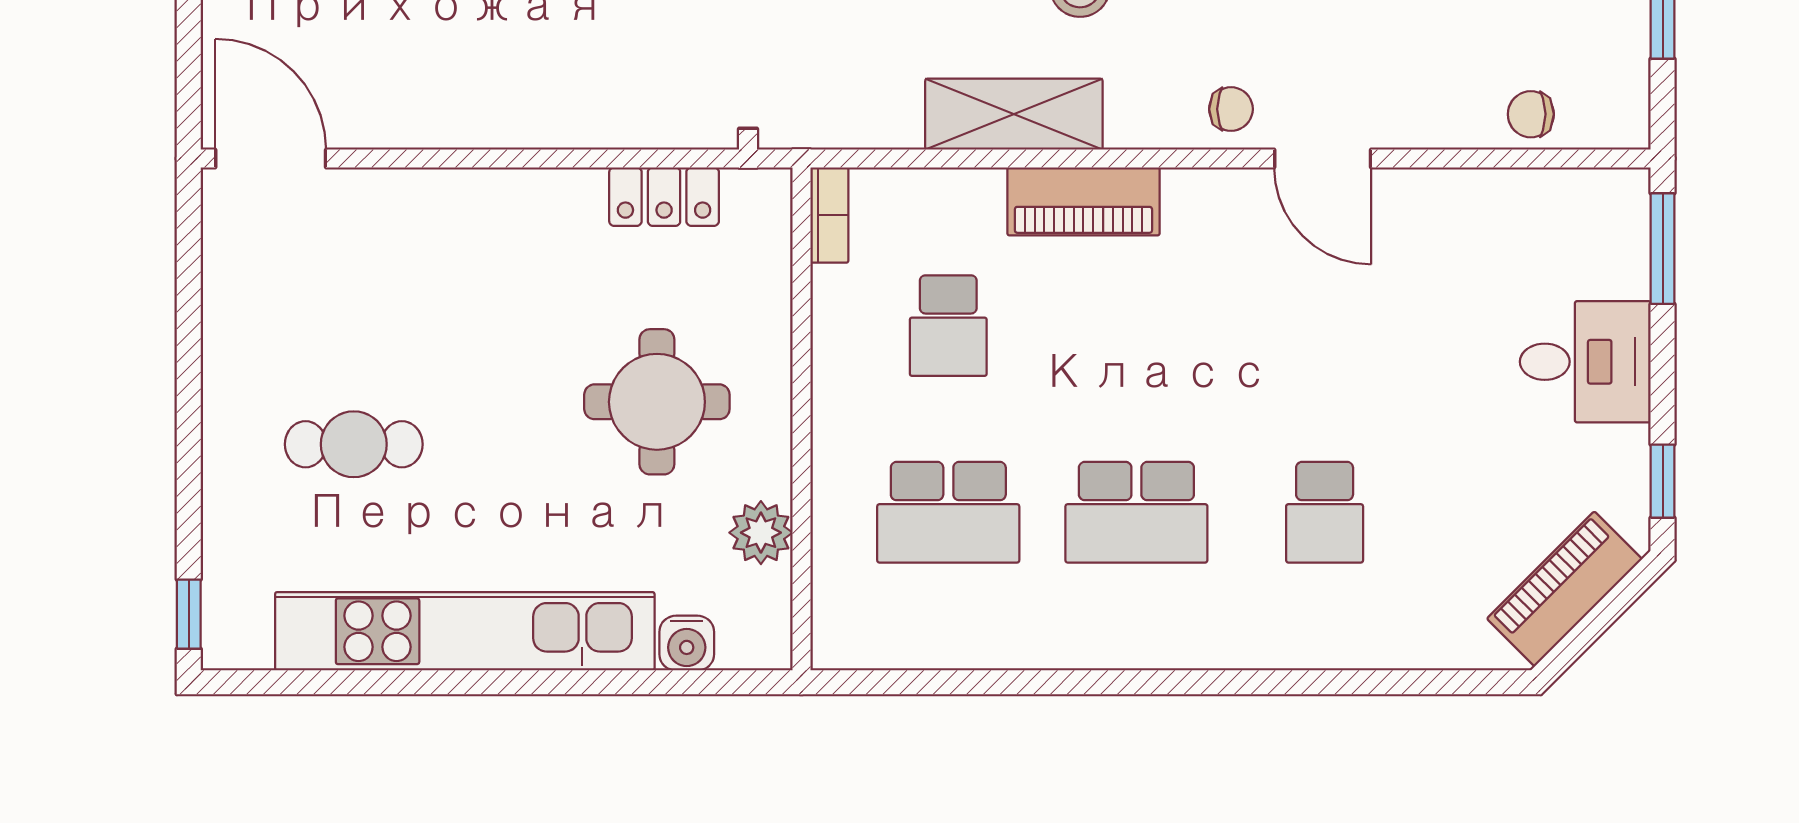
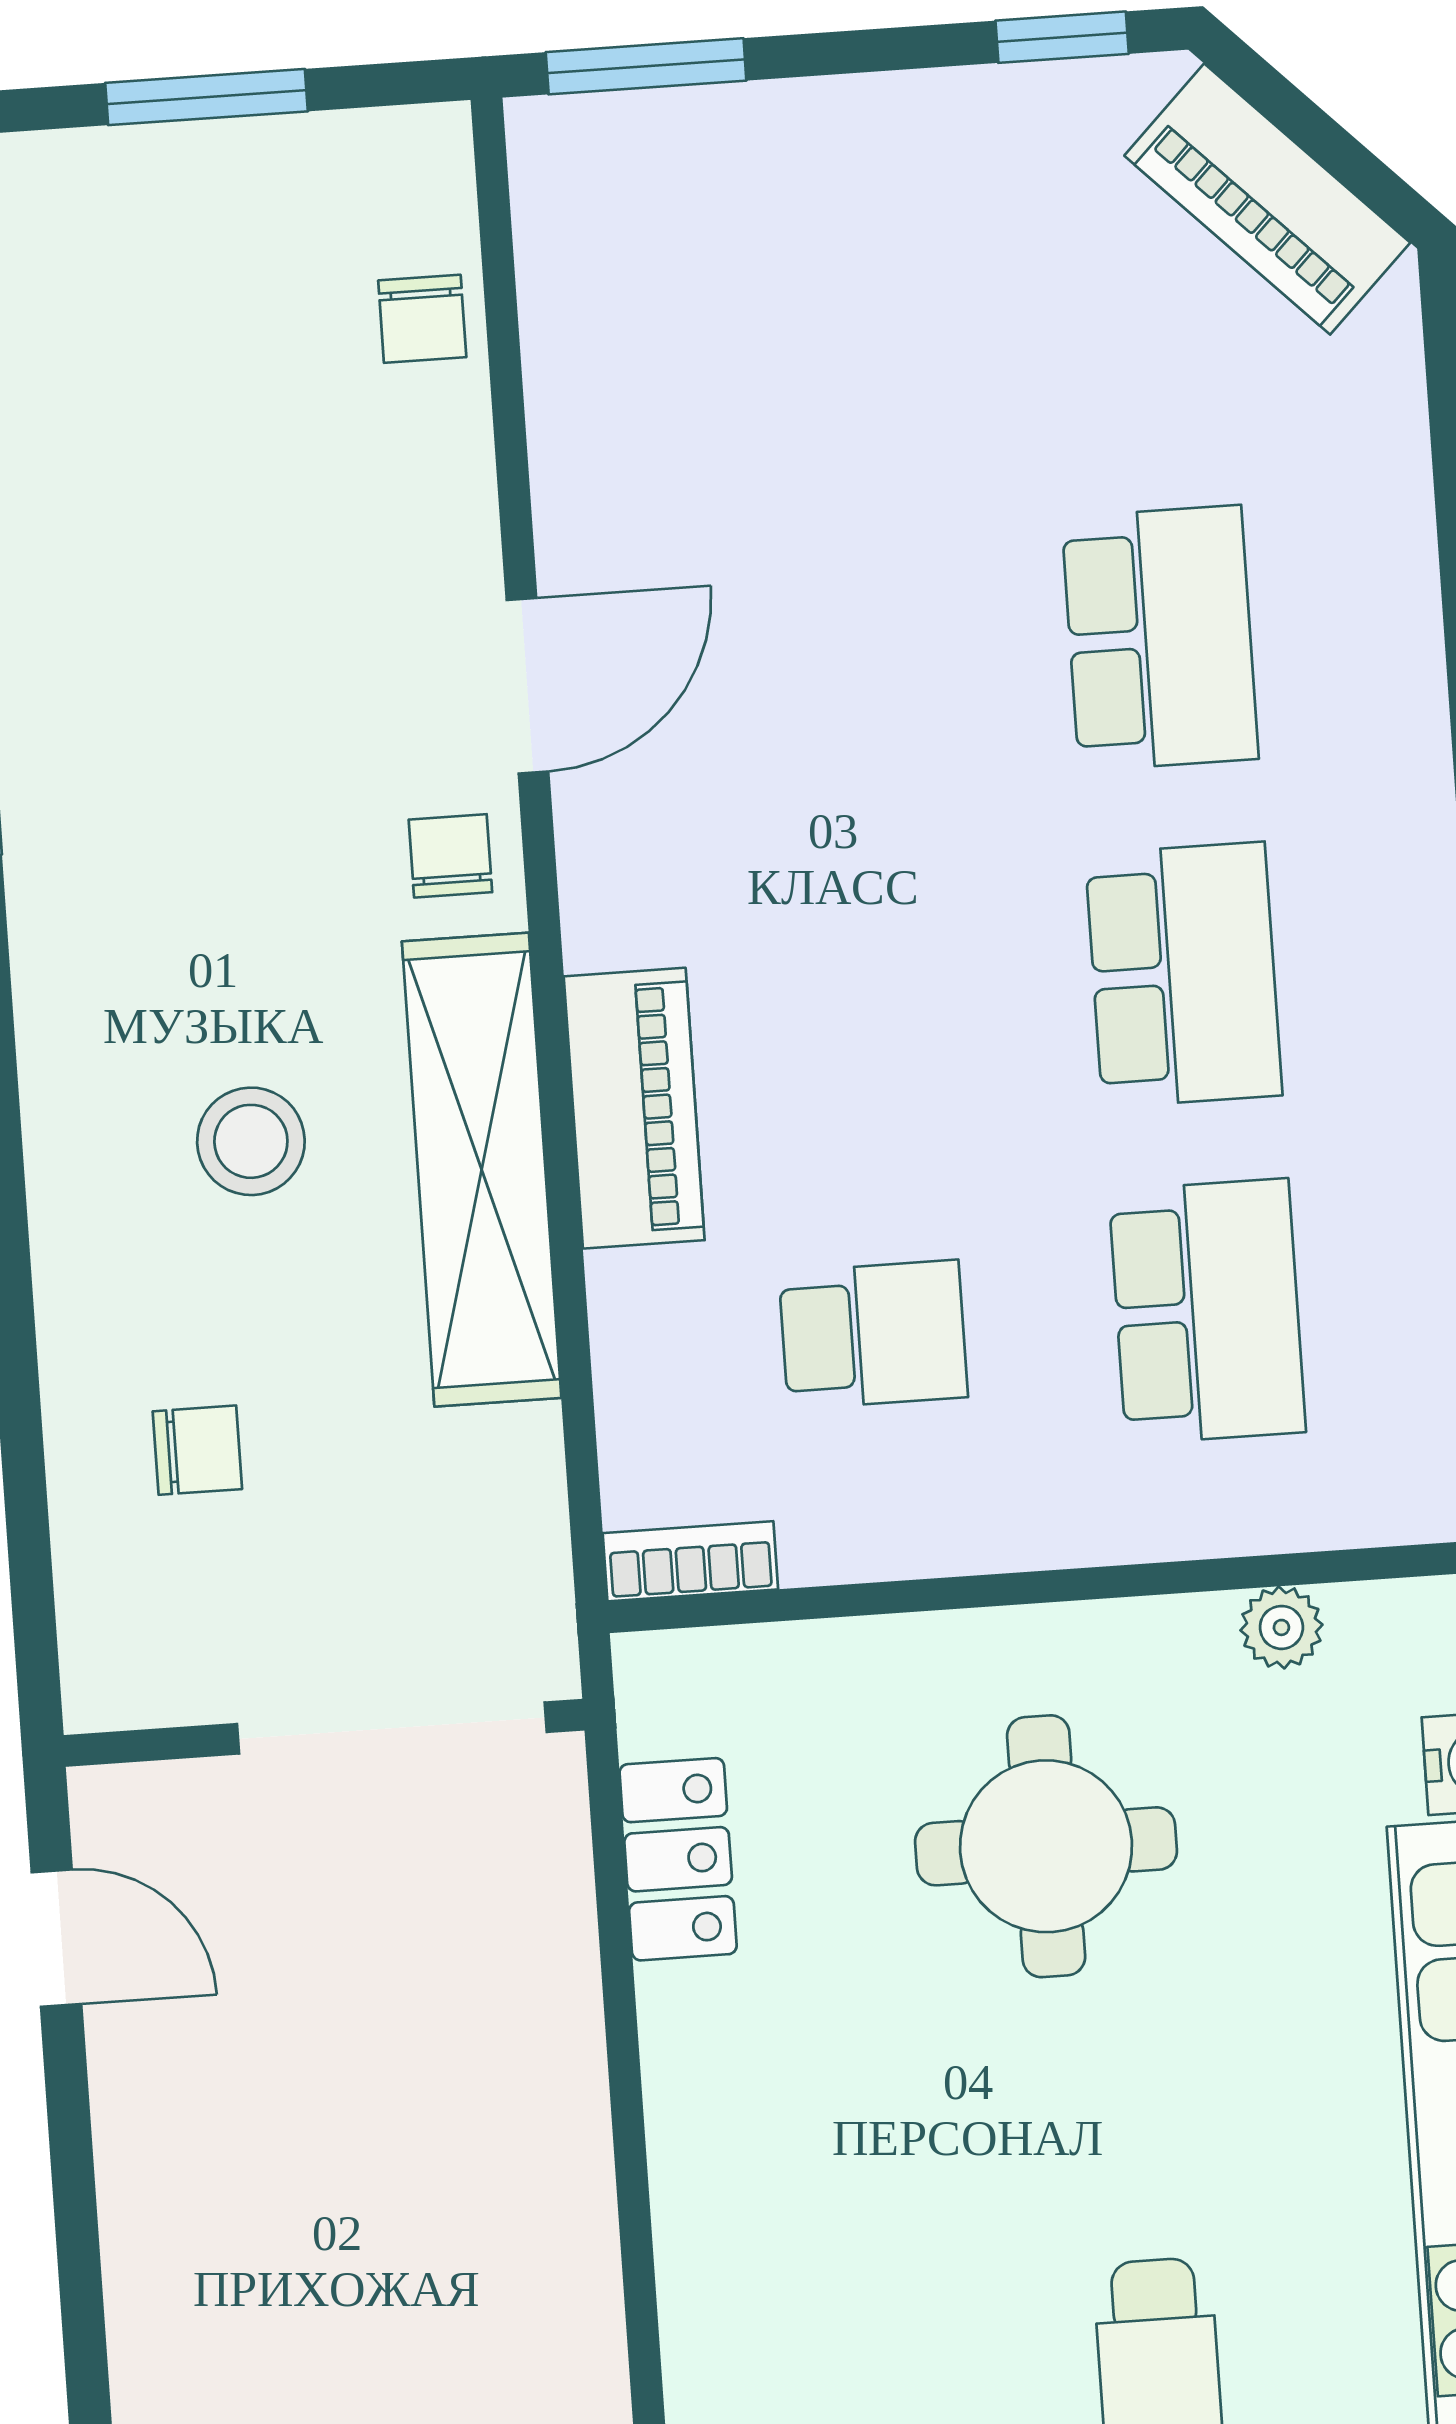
shelving: (1014, 114) -> (482, 1170), width x1.47
desk: (1585, 362) -> (858, 190), removed
school desk: (1325, 512) -> (1160, 638), width x1.85
plant: (761, 533) -> (1281, 1627), width x0.73, depth x0.73

